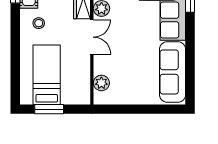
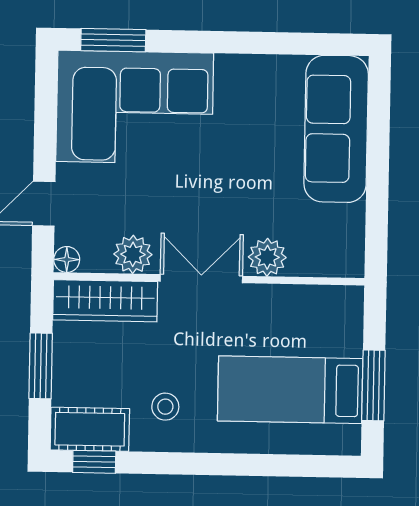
sofa: (173, 72) -> (336, 129), moved, turned 90
plant: (101, 83) -> (267, 257), moved

